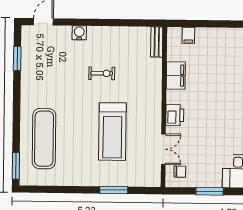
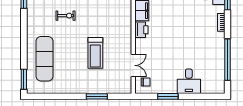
exercise bike: (102, 73) -> (65, 16), moved
printer: (175, 115) -> (141, 30), moved
treadmill: (112, 132) -> (95, 53), width x0.73, depth x0.73

